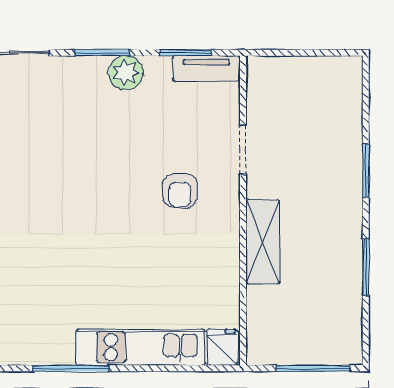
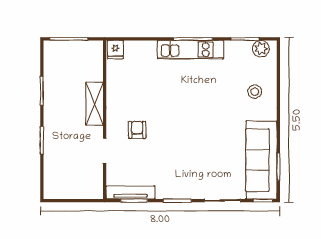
tv unit: (207, 69) -> (130, 193), width x1.41
plant: (126, 73) -> (165, 190), removed
kitchen unit: (140, 347) -> (190, 50), moved

